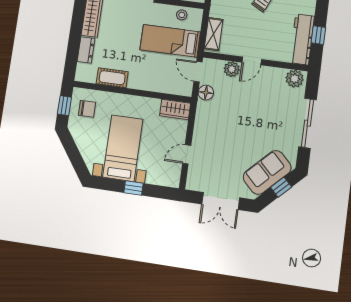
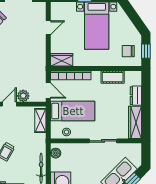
bookcase: (166, 87) -> (71, 75), added
floor lamp: (206, 93) -> (40, 76), removed

